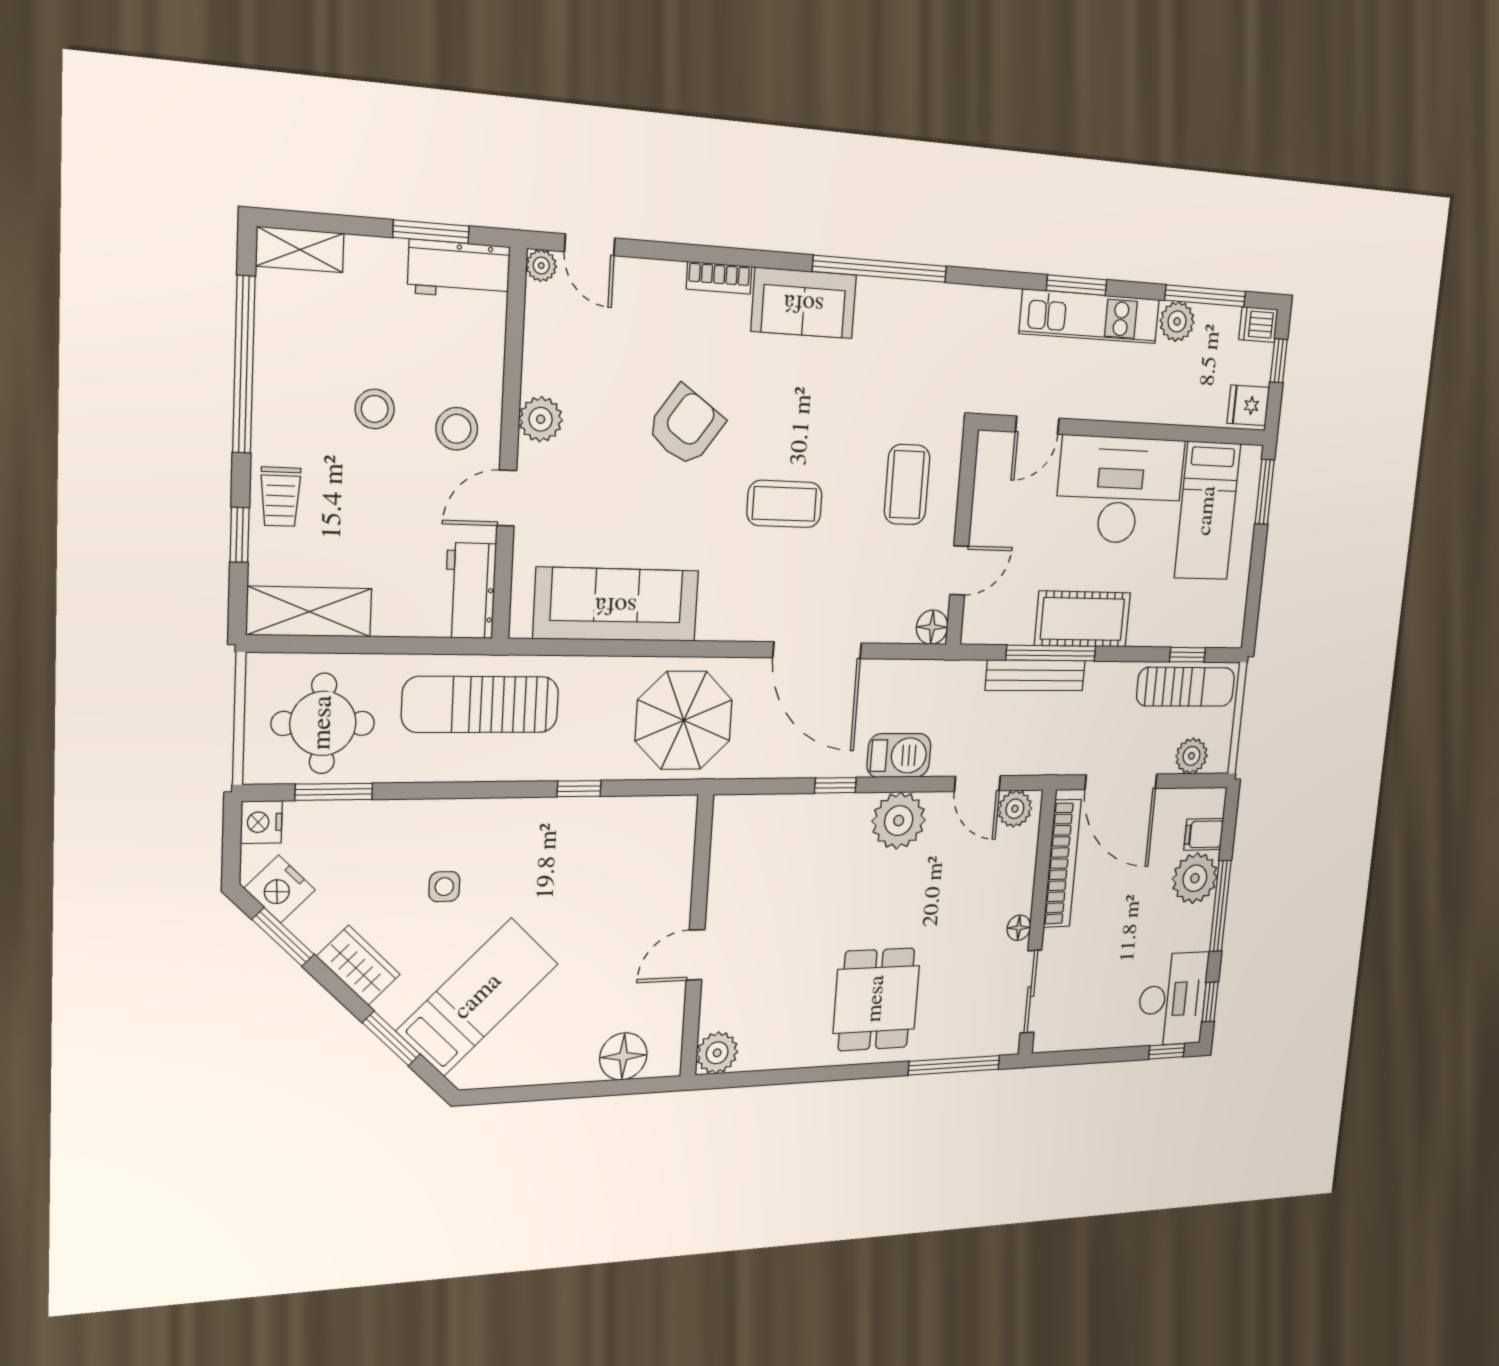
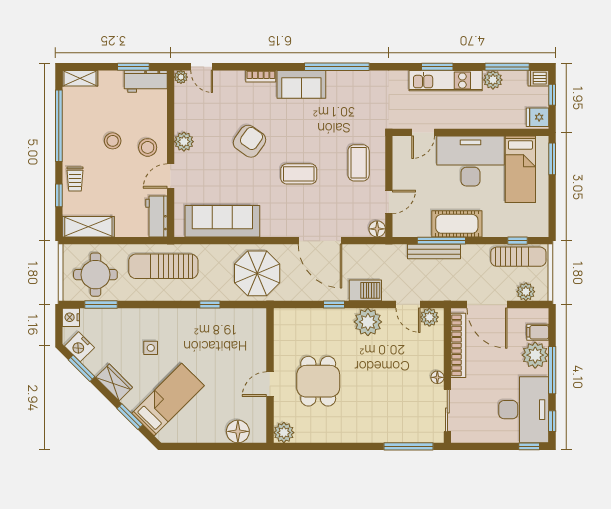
dining table: (876, 999) -> (318, 381), moved
desk: (1172, 999) -> (524, 410), width x1.36, depth x1.30

